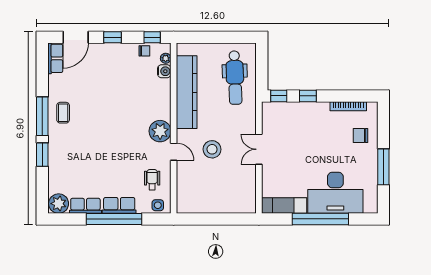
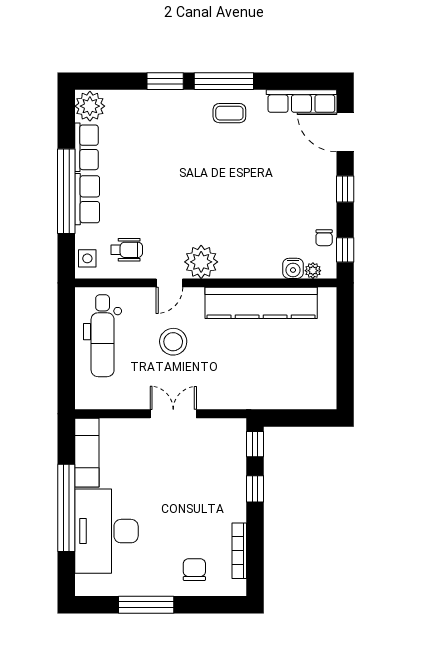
row of seats: (55, 58) -> (301, 101), width x1.48
dental chair: (235, 78) -> (103, 336), moved, turned -88

